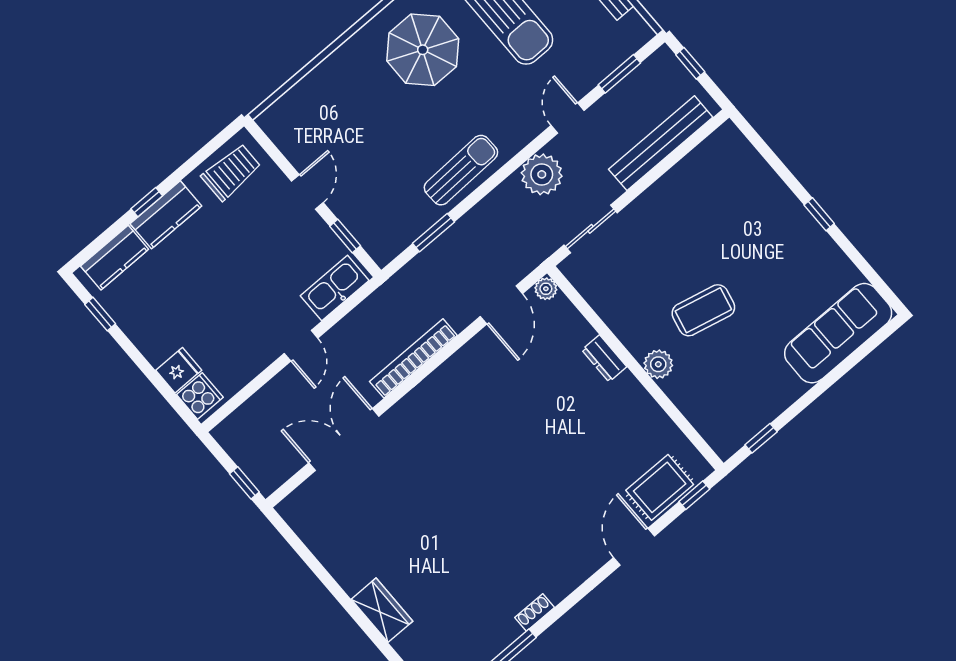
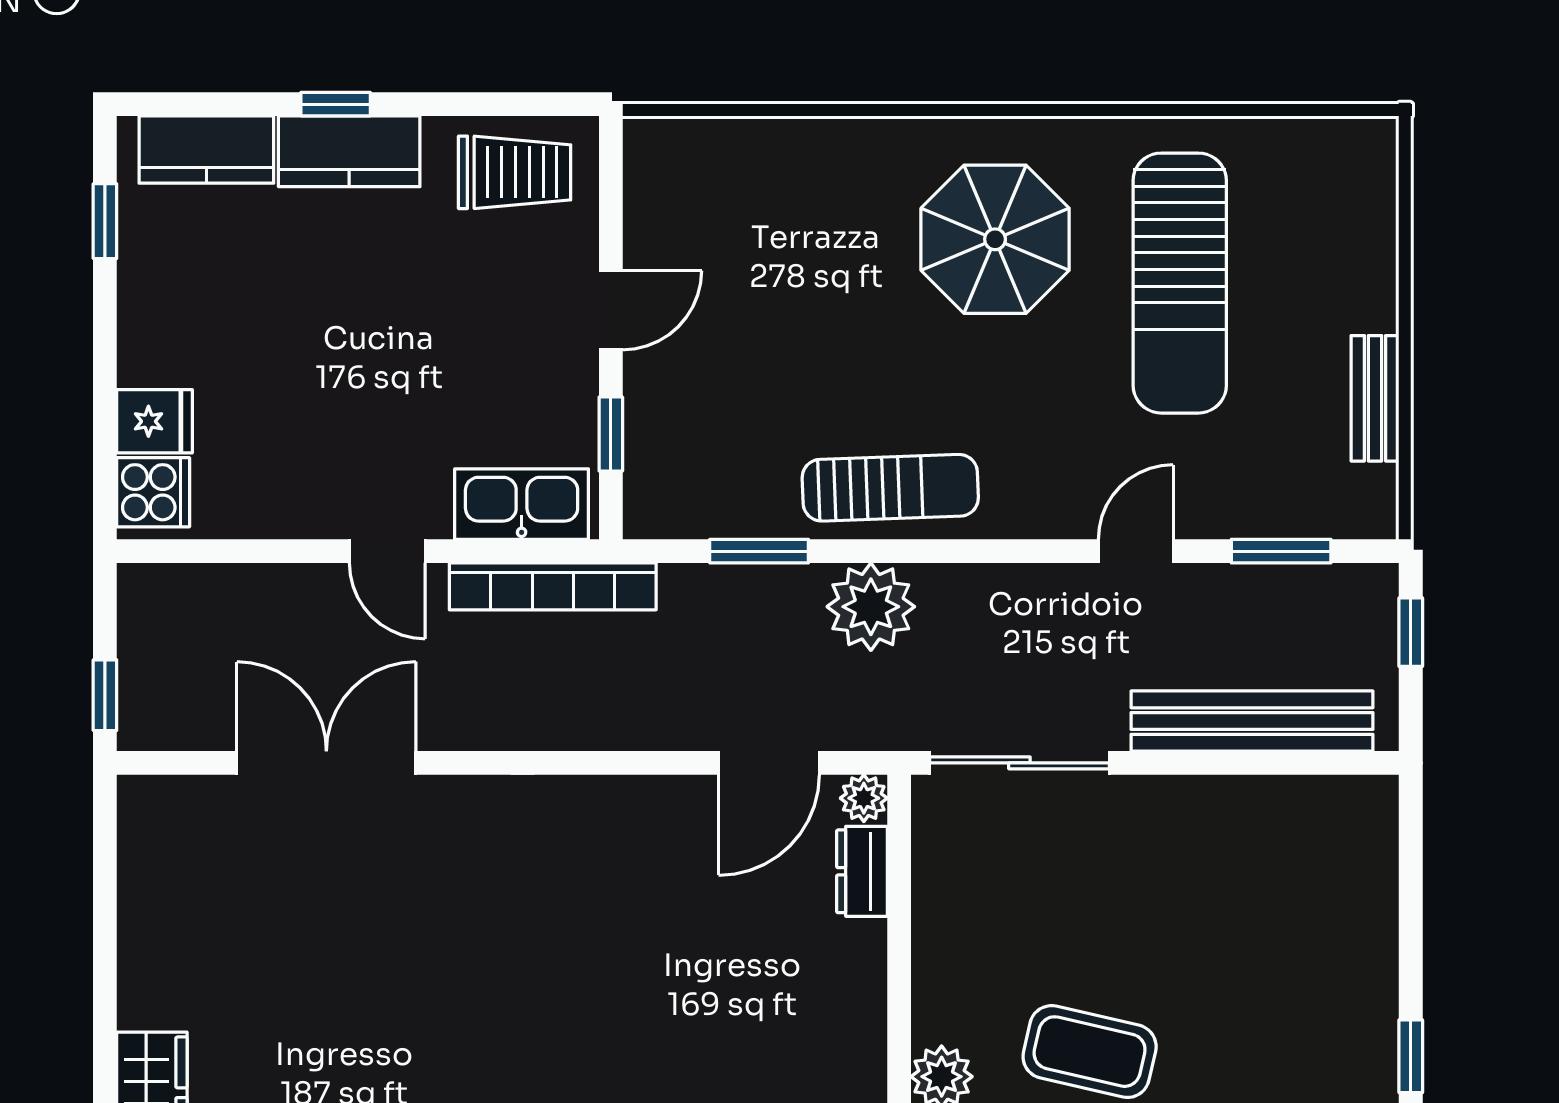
plant: (542, 174) -> (871, 607), moved
sliding door: (591, 229) -> (1019, 763), width x1.37
door: (301, 346) -> (387, 551), hinge flipped
bookcase: (413, 358) -> (553, 586), moved, turned 180
dresser: (604, 358) -> (862, 871), moved

